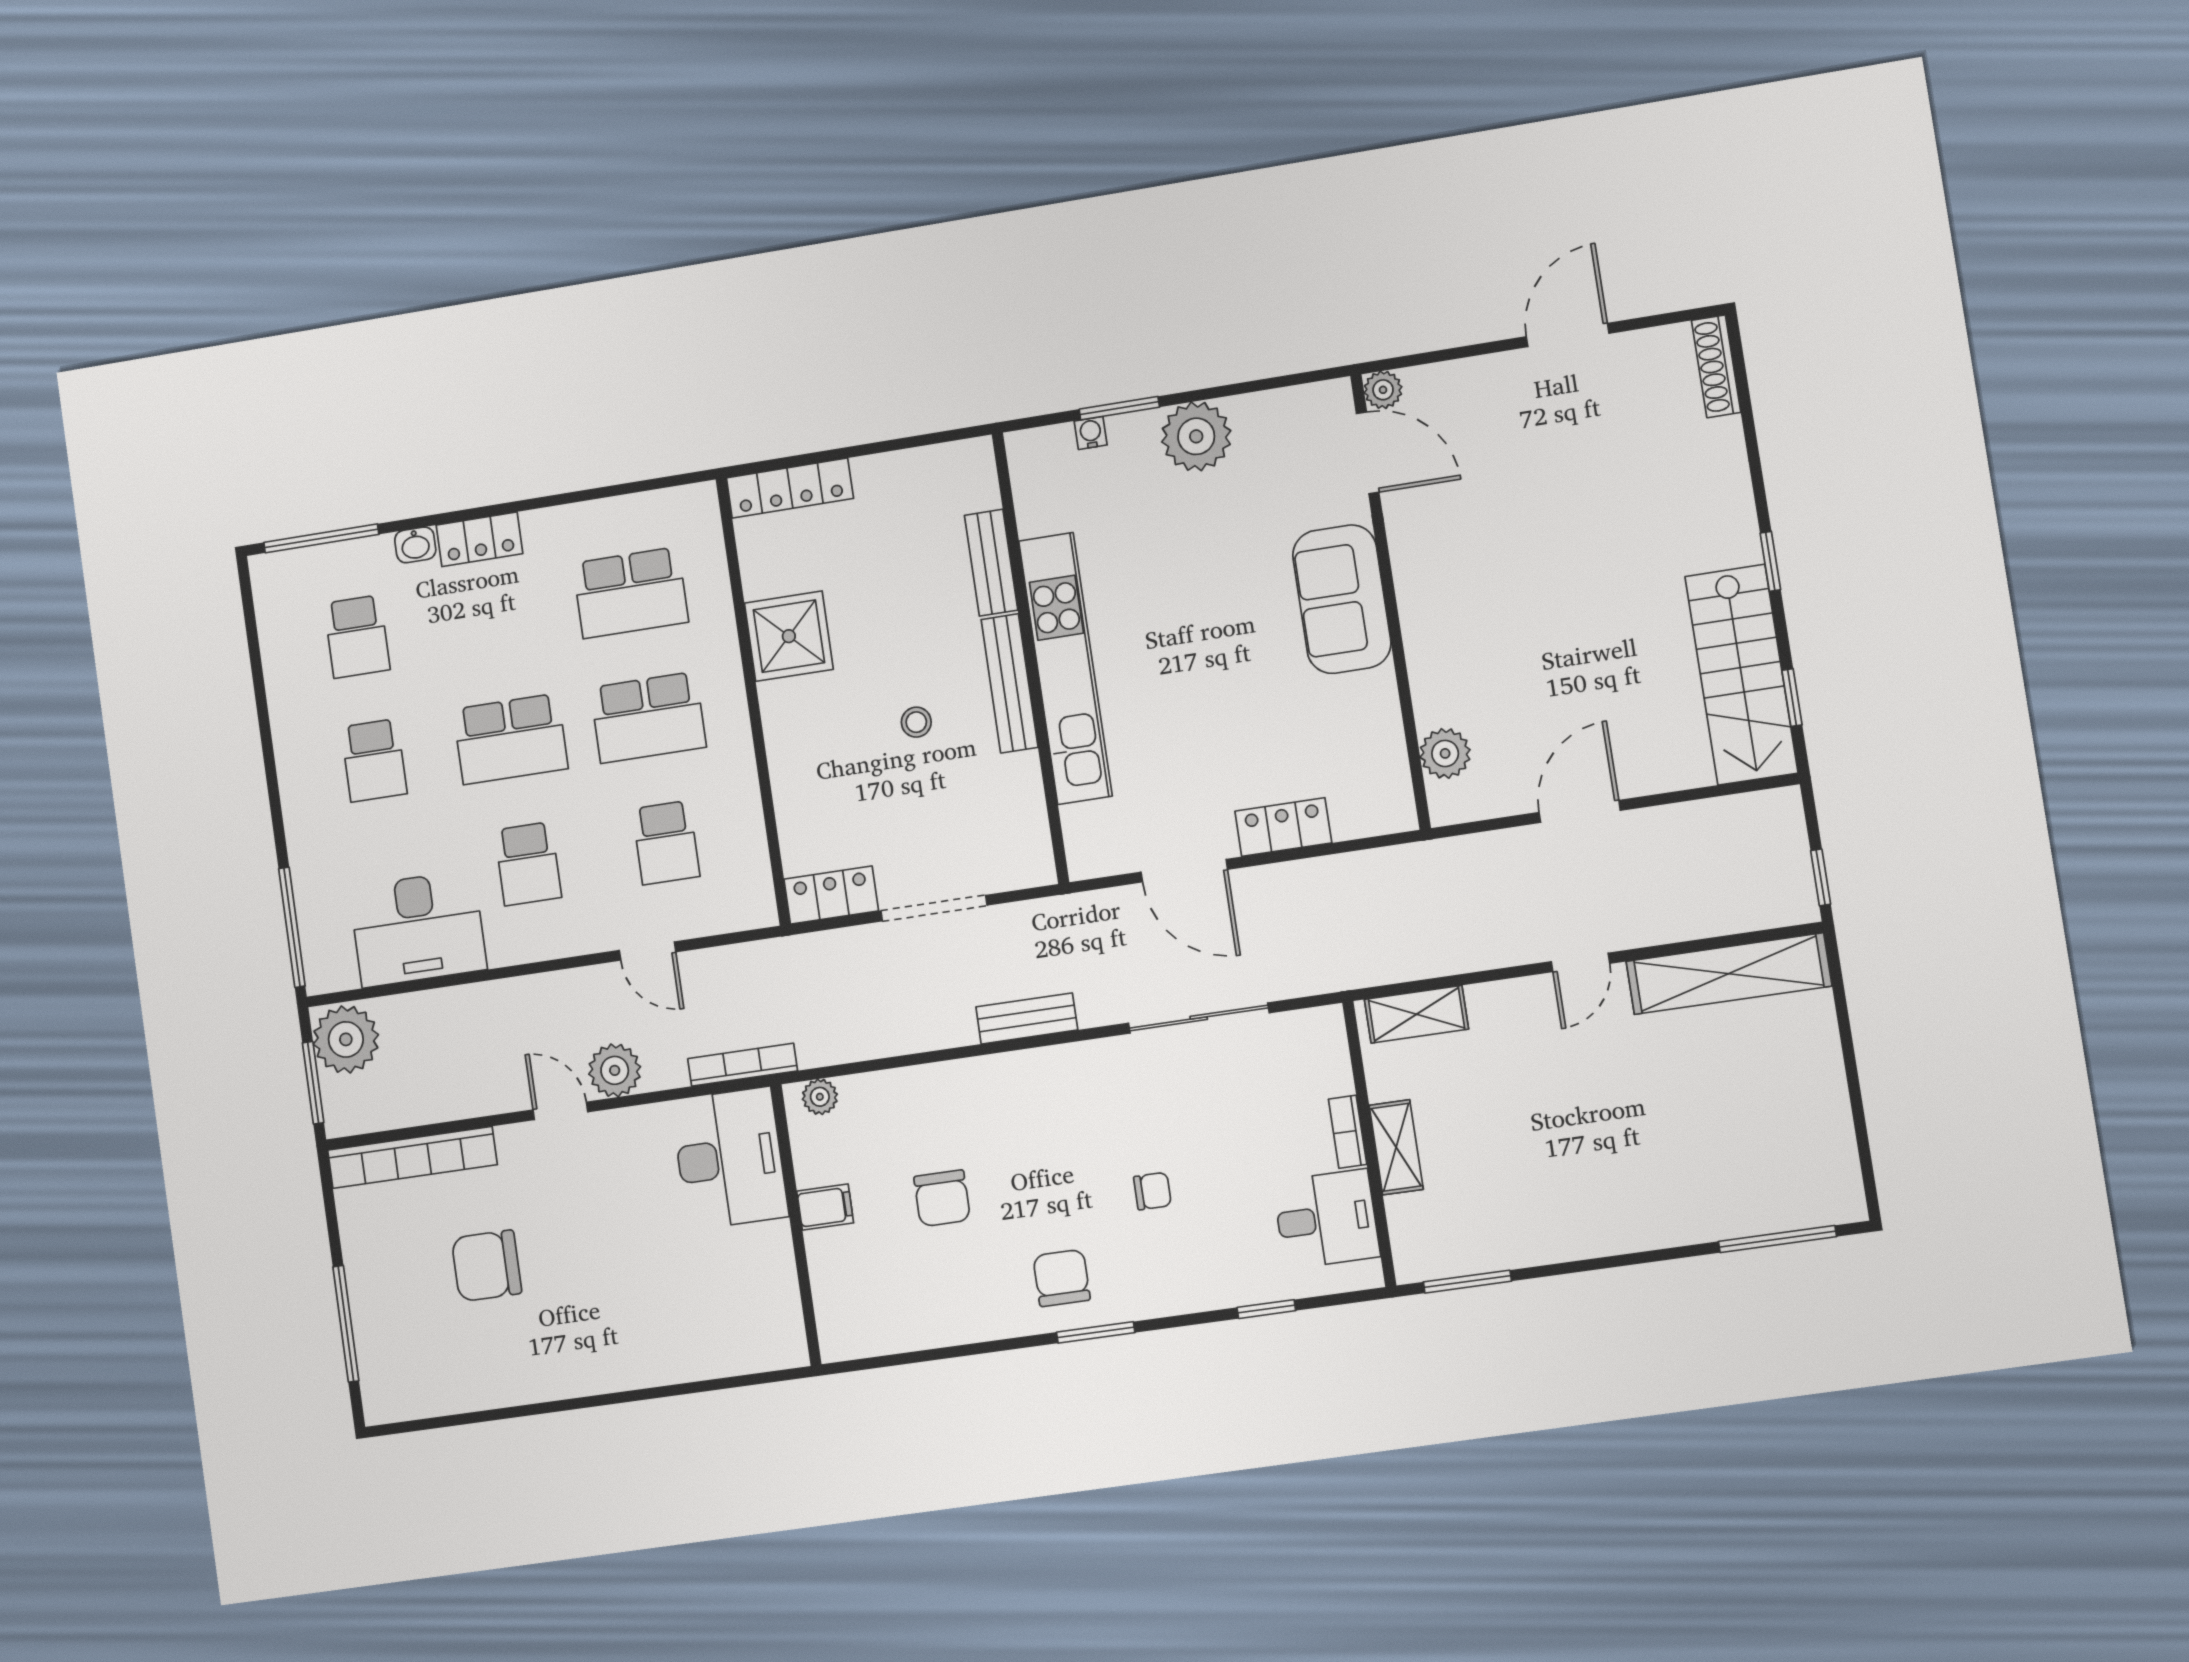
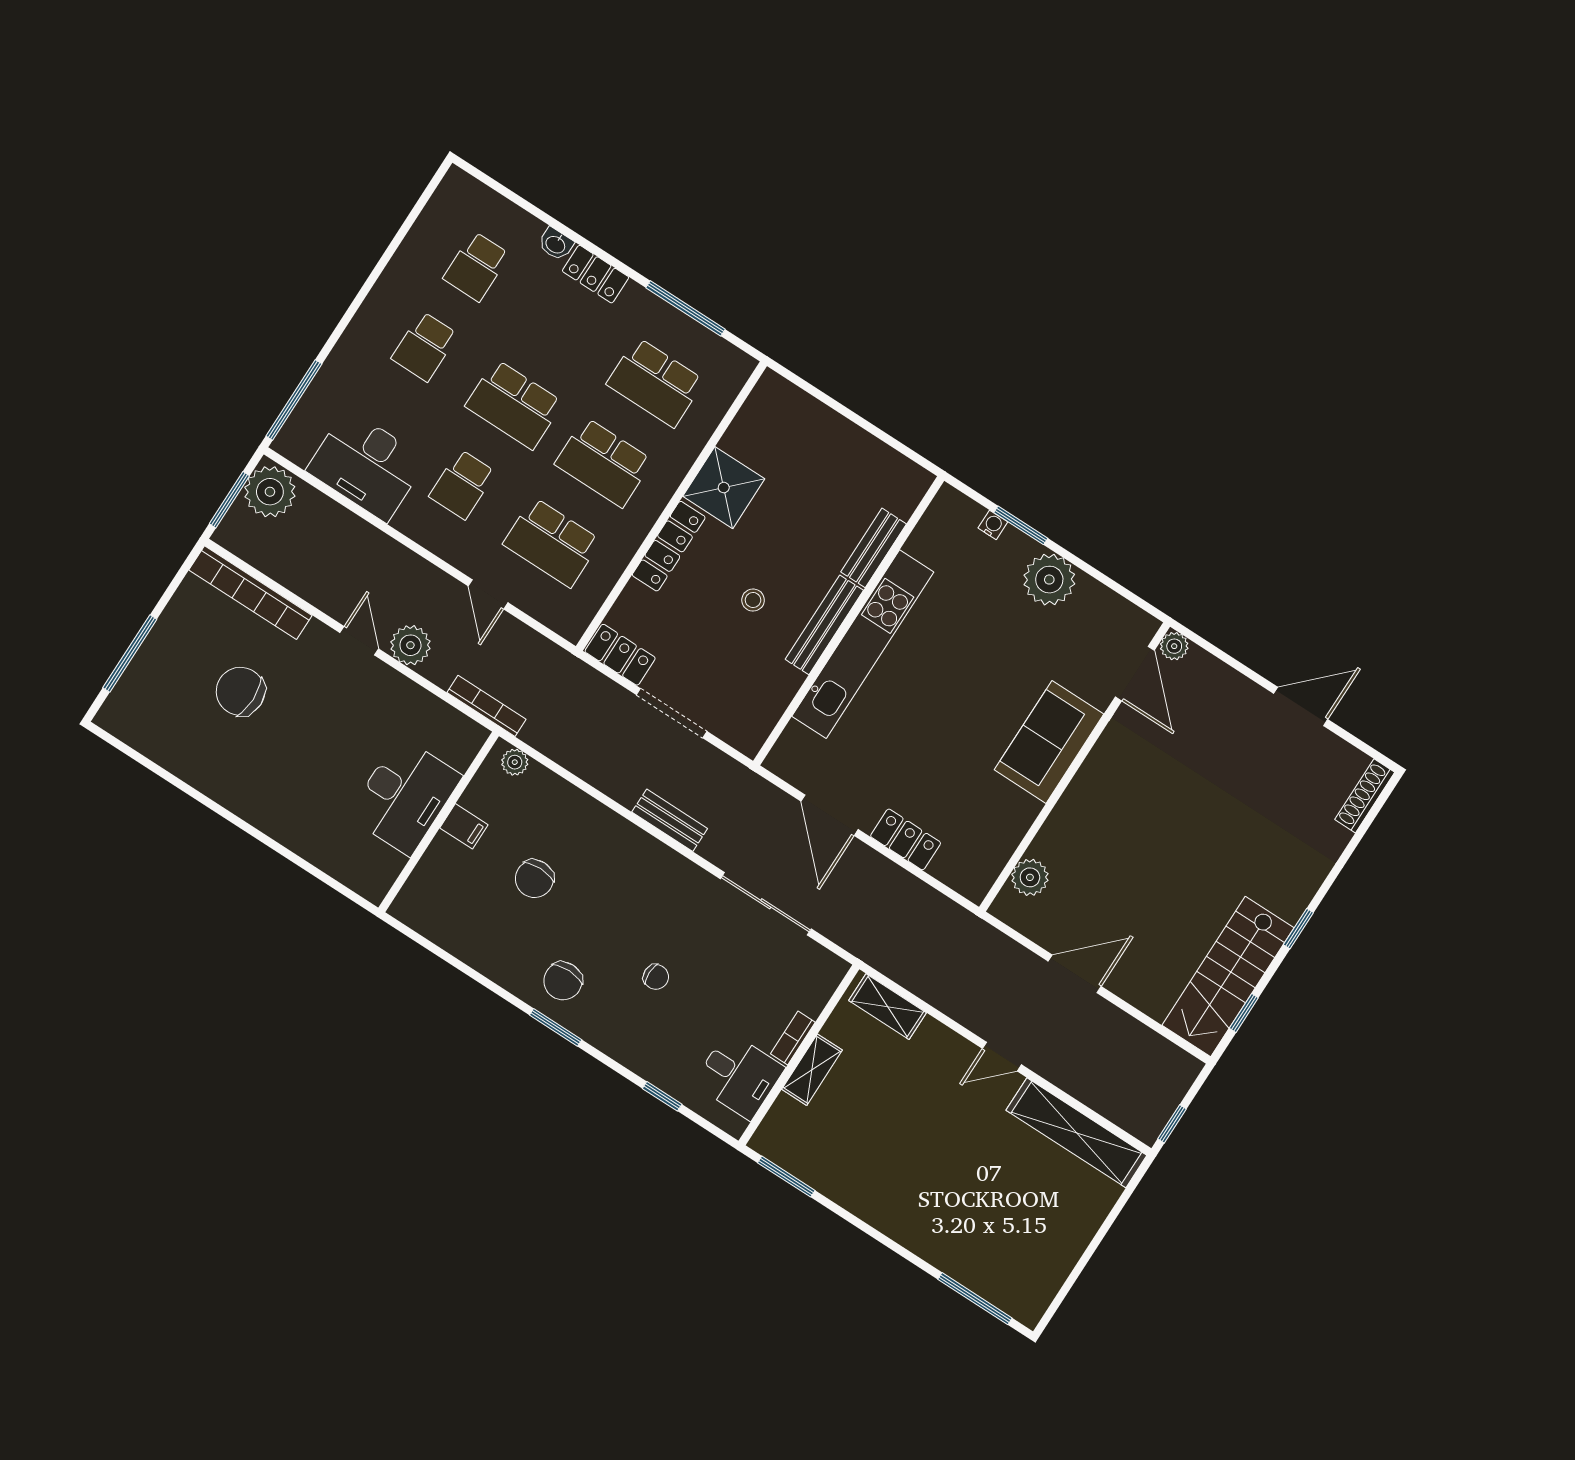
locker: (790, 488) -> (669, 546), moved, turned -90
window: (321, 538) -> (686, 308), moved
school desk: (666, 843) -> (552, 542), width x1.85
desk: (730, 1158) -> (405, 796), moved
chair: (1062, 1278) -> (563, 981), turned 180

